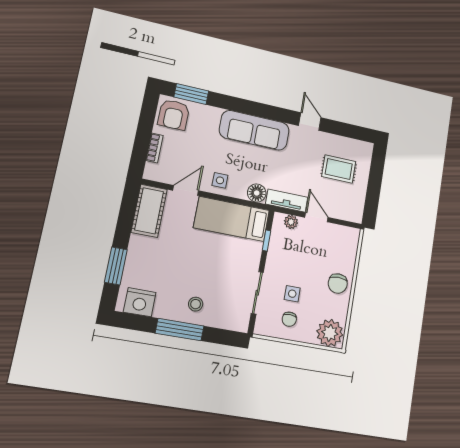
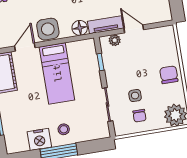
side table: (220, 180) -> (48, 29), width x1.87, depth x1.87
bed: (232, 219) -> (57, 73), moved, turned -90
chair: (338, 284) -> (169, 75), turned 180
nightstand: (140, 302) -> (39, 139), moved

